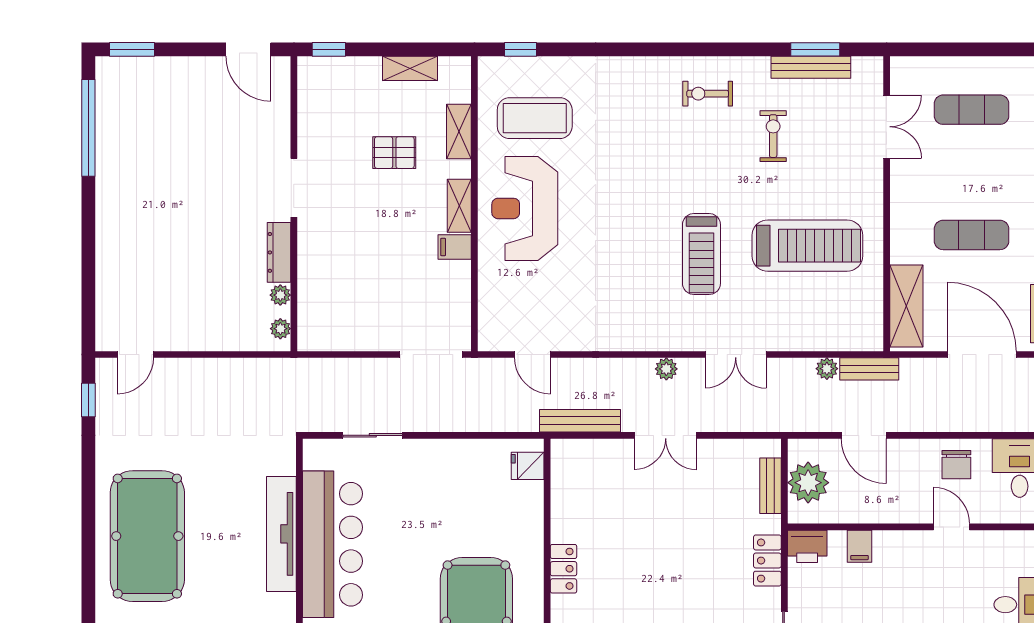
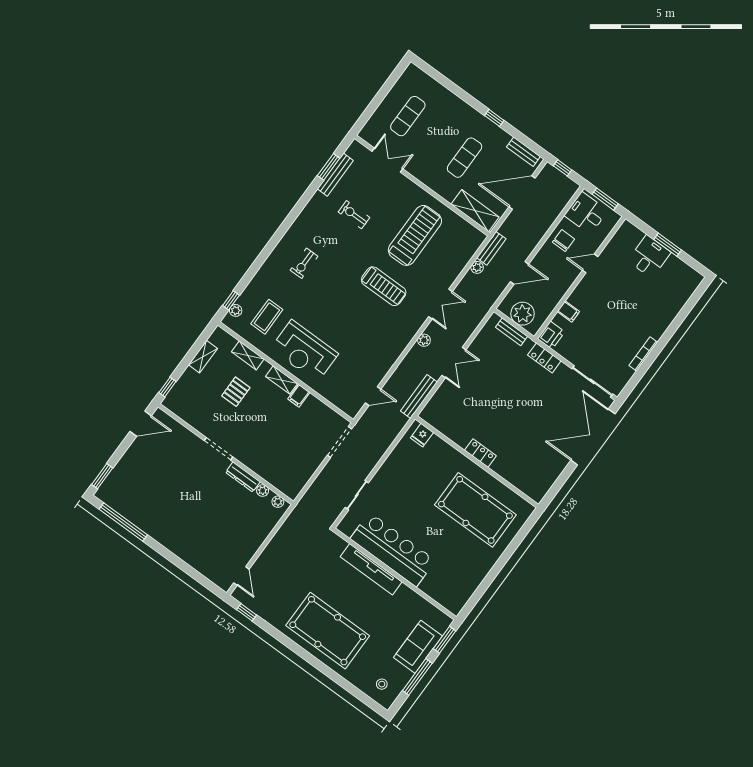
plant: (511, 67) -> (236, 310), added
exercise bike: (708, 94) -> (304, 263), moved
coffee table: (535, 118) -> (267, 317), width x0.73, depth x0.76
chair: (956, 465) -> (564, 241), turned -90

